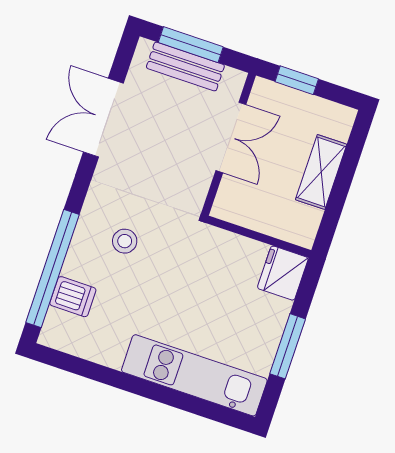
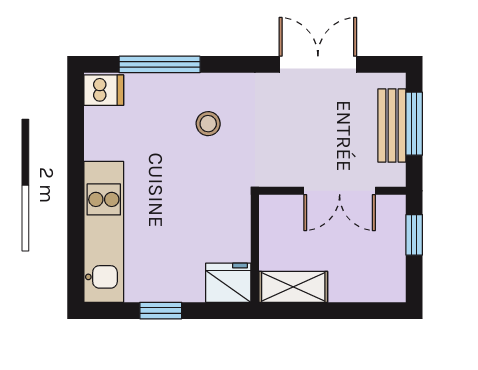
shelving: (321, 172) -> (293, 287), moved
window: (53, 268) -> (160, 64), width x0.68
dishwasher: (73, 297) -> (104, 90), moved, turned -90
window: (288, 346) -> (161, 311), width x0.67

